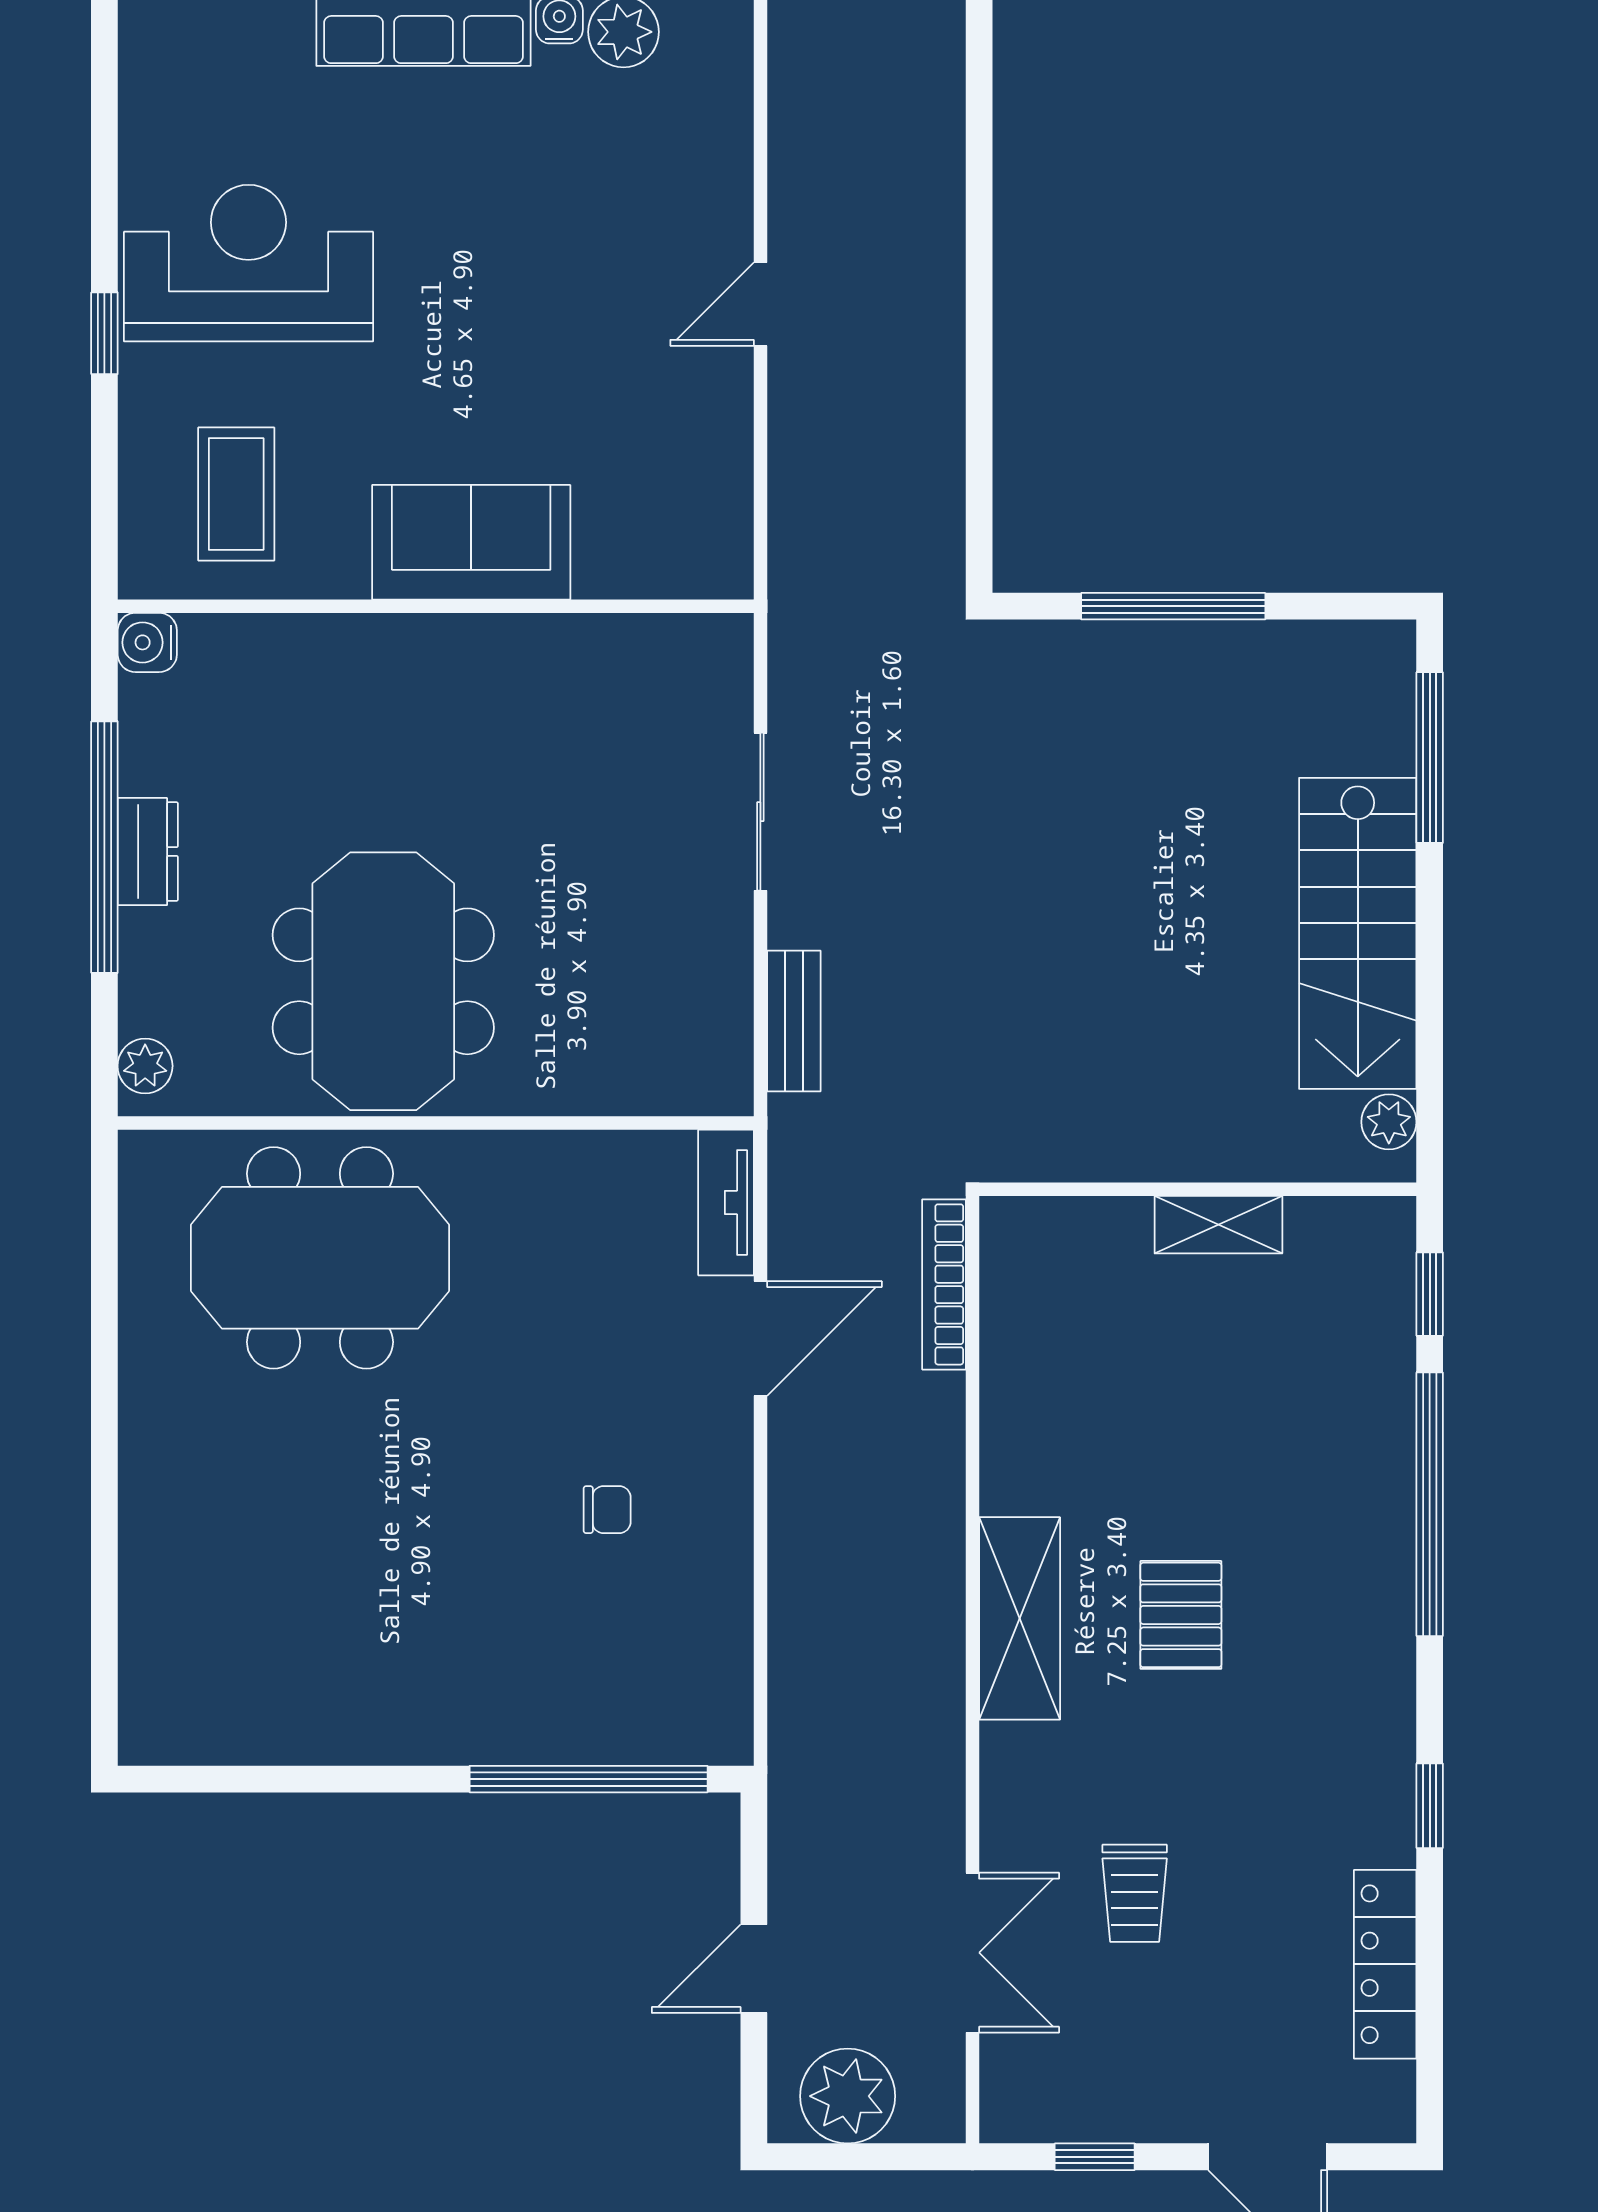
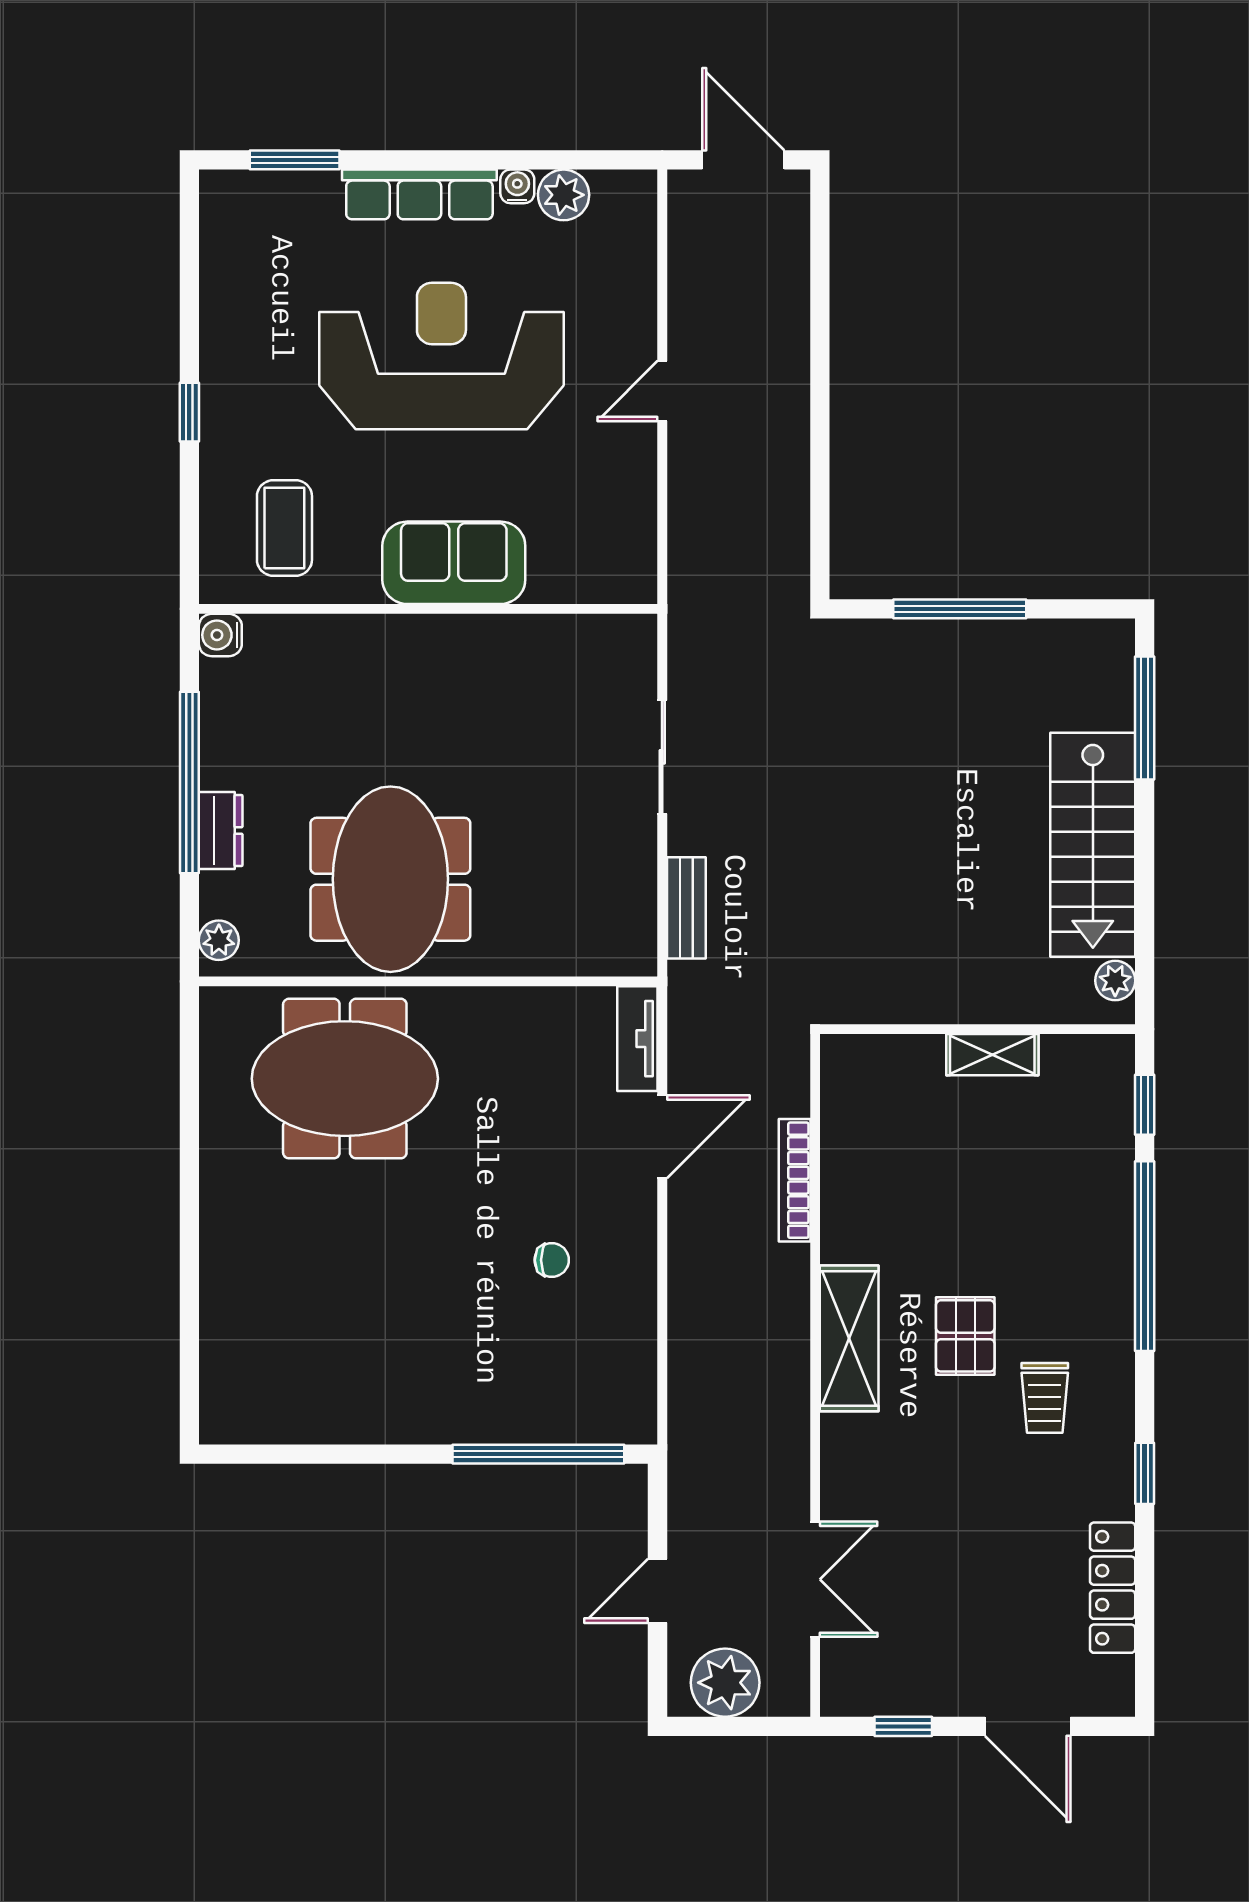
reception desk: (248, 263) -> (441, 356), moved, width x1.36, depth x1.30
dresser: (148, 852) -> (221, 831), moved
bookcase: (944, 1284) -> (795, 1180), moved
trolley: (1135, 1893) -> (1045, 1398), moved

